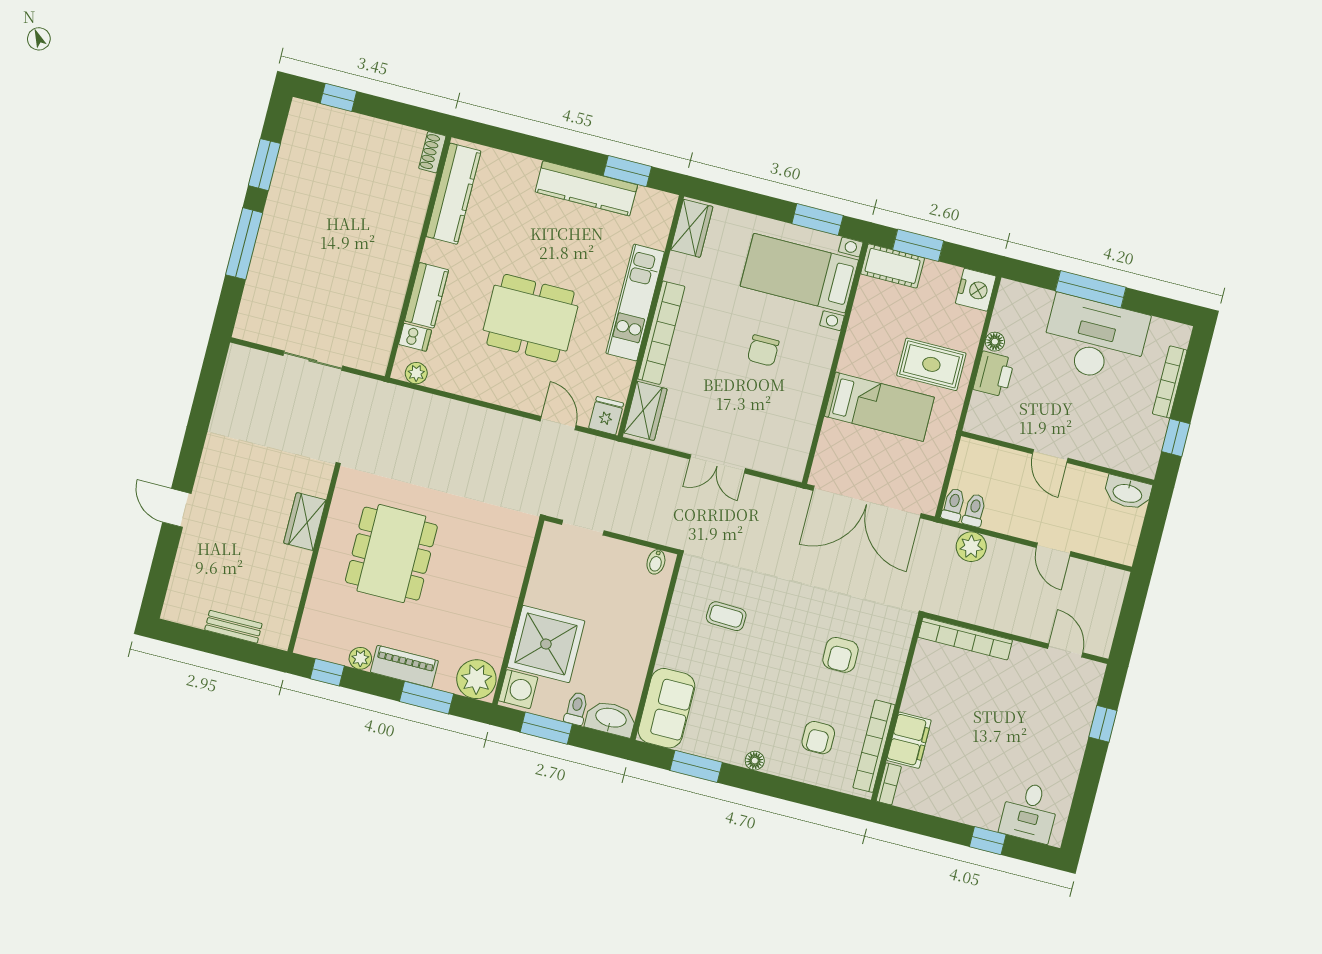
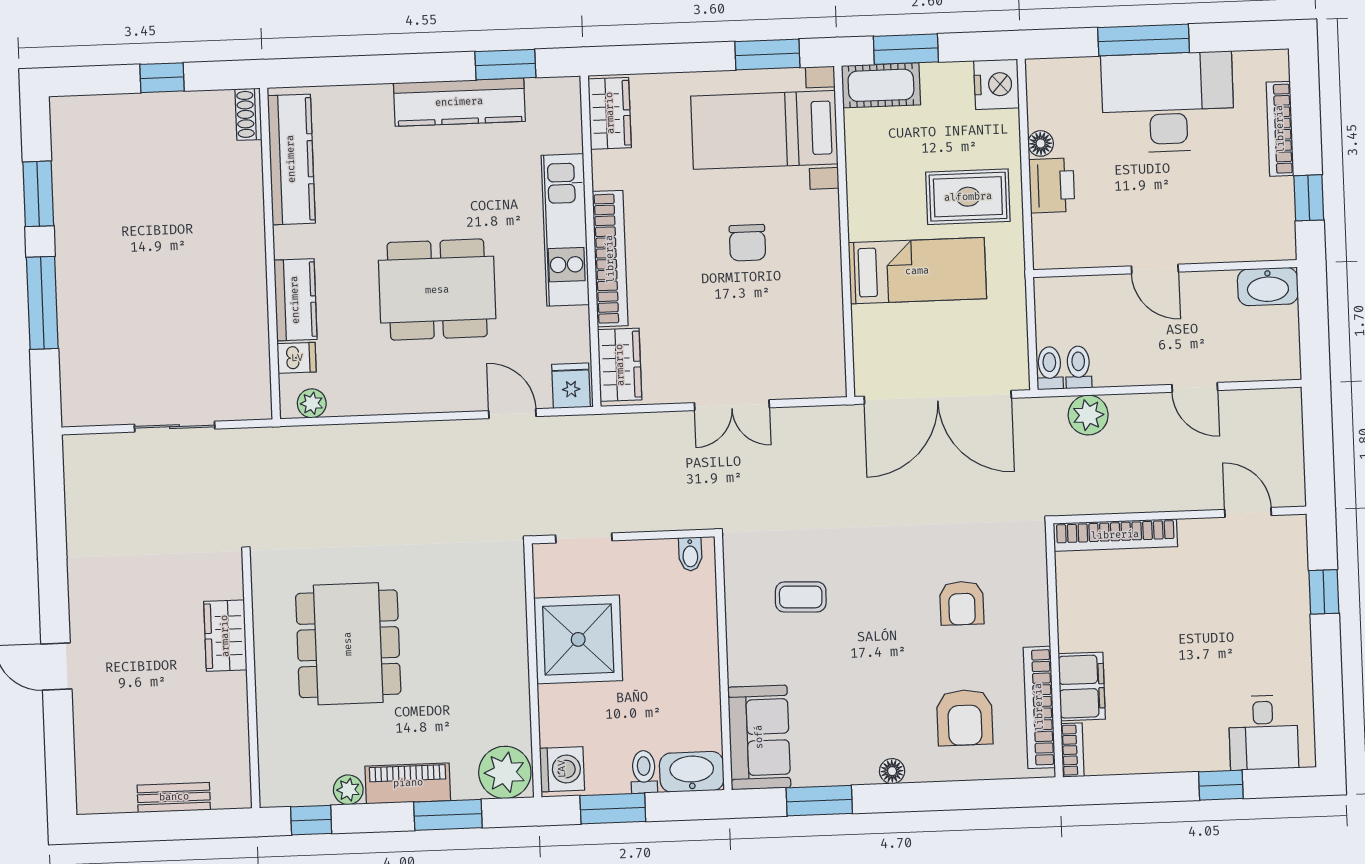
window: (338, 97) -> (162, 78), moved
shower: (546, 644) -> (578, 639), moved
armchair: (818, 738) -> (965, 718), width x1.38, depth x1.38

